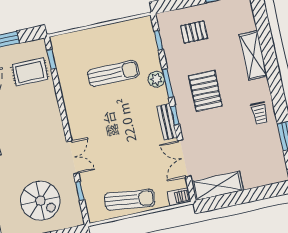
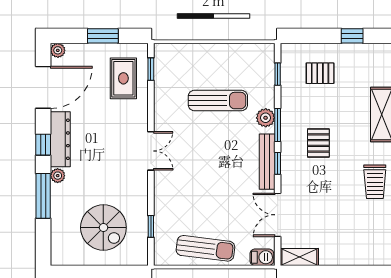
rug: (30, 72) -> (123, 78), turned 90
pallet: (205, 91) -> (318, 143), width x0.67, depth x0.71
trolley: (260, 113) -> (375, 182), width x1.36, depth x1.39
bench: (167, 122) -> (267, 162), width x1.36
double door: (73, 157) -> (151, 151), moved
shelving: (217, 186) -> (299, 257), width x0.67, depth x0.75

